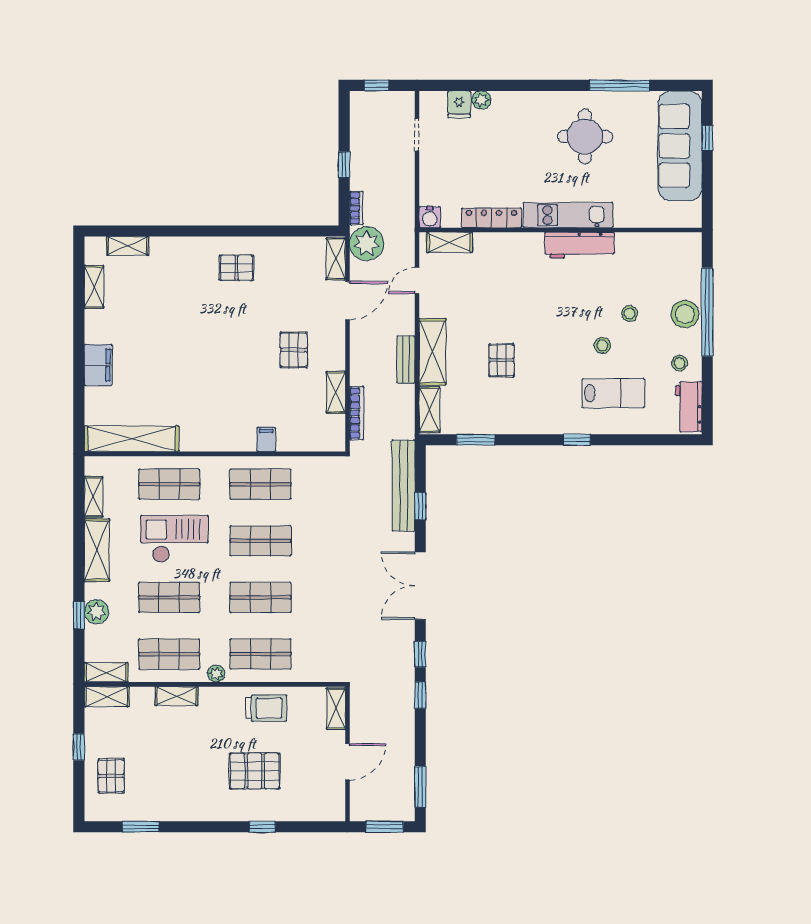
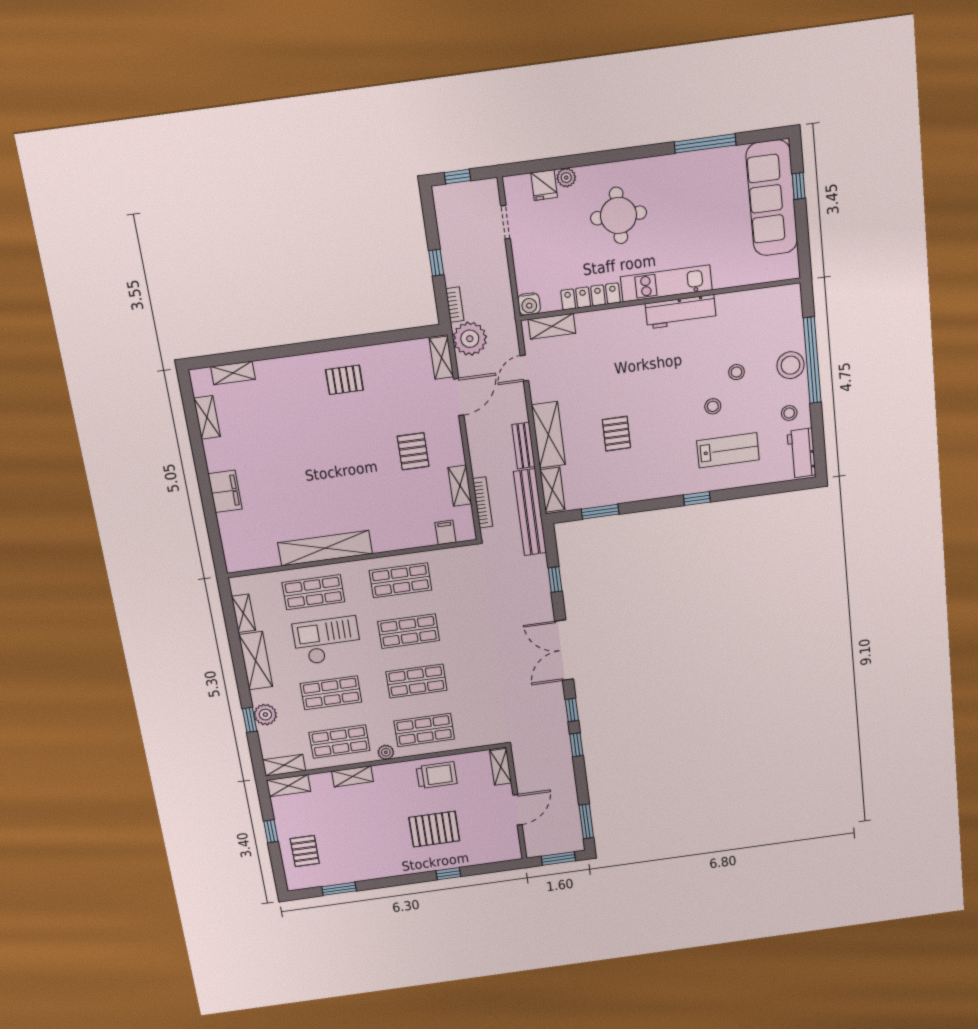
round table: (585, 137) -> (619, 215), moved
shelving: (132, 439) -> (325, 548), moved
filing cabinet: (266, 439) -> (445, 532), moved
bench: (403, 486) -> (530, 512), moved

